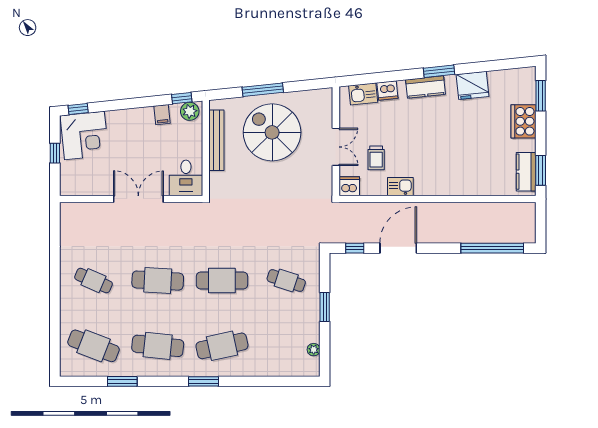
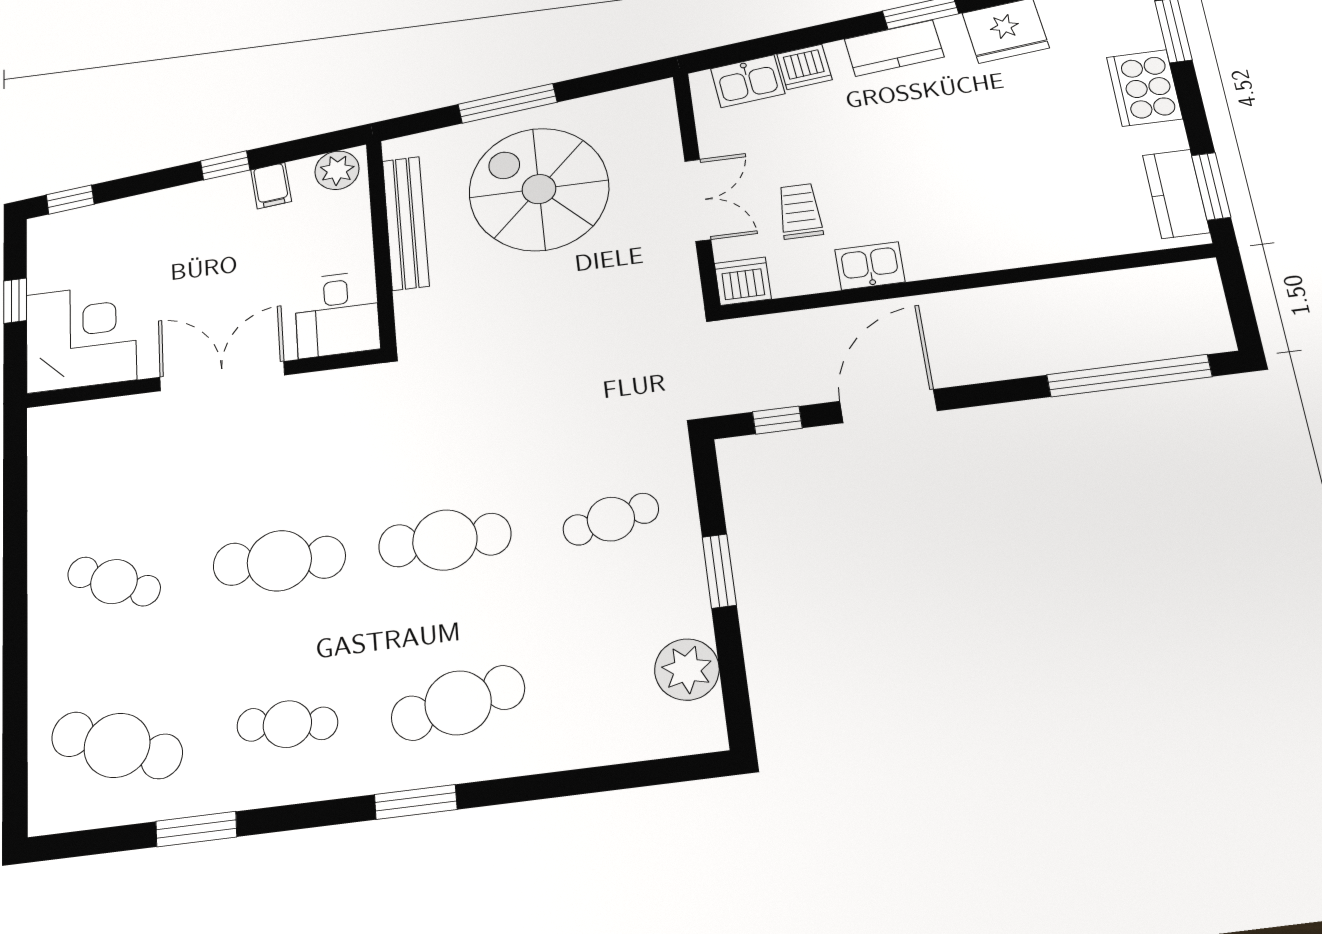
window: (182, 98) -> (225, 165), moved
corner desk: (84, 135) -> (81, 337), moved, turned -84
trolley: (376, 158) -> (800, 211), turned 180
cafe table: (286, 281) -> (611, 519), turned -30
cafe table: (158, 346) -> (287, 724), width x0.73, depth x0.74
plant: (314, 350) -> (687, 669), width x1.87, depth x1.87

